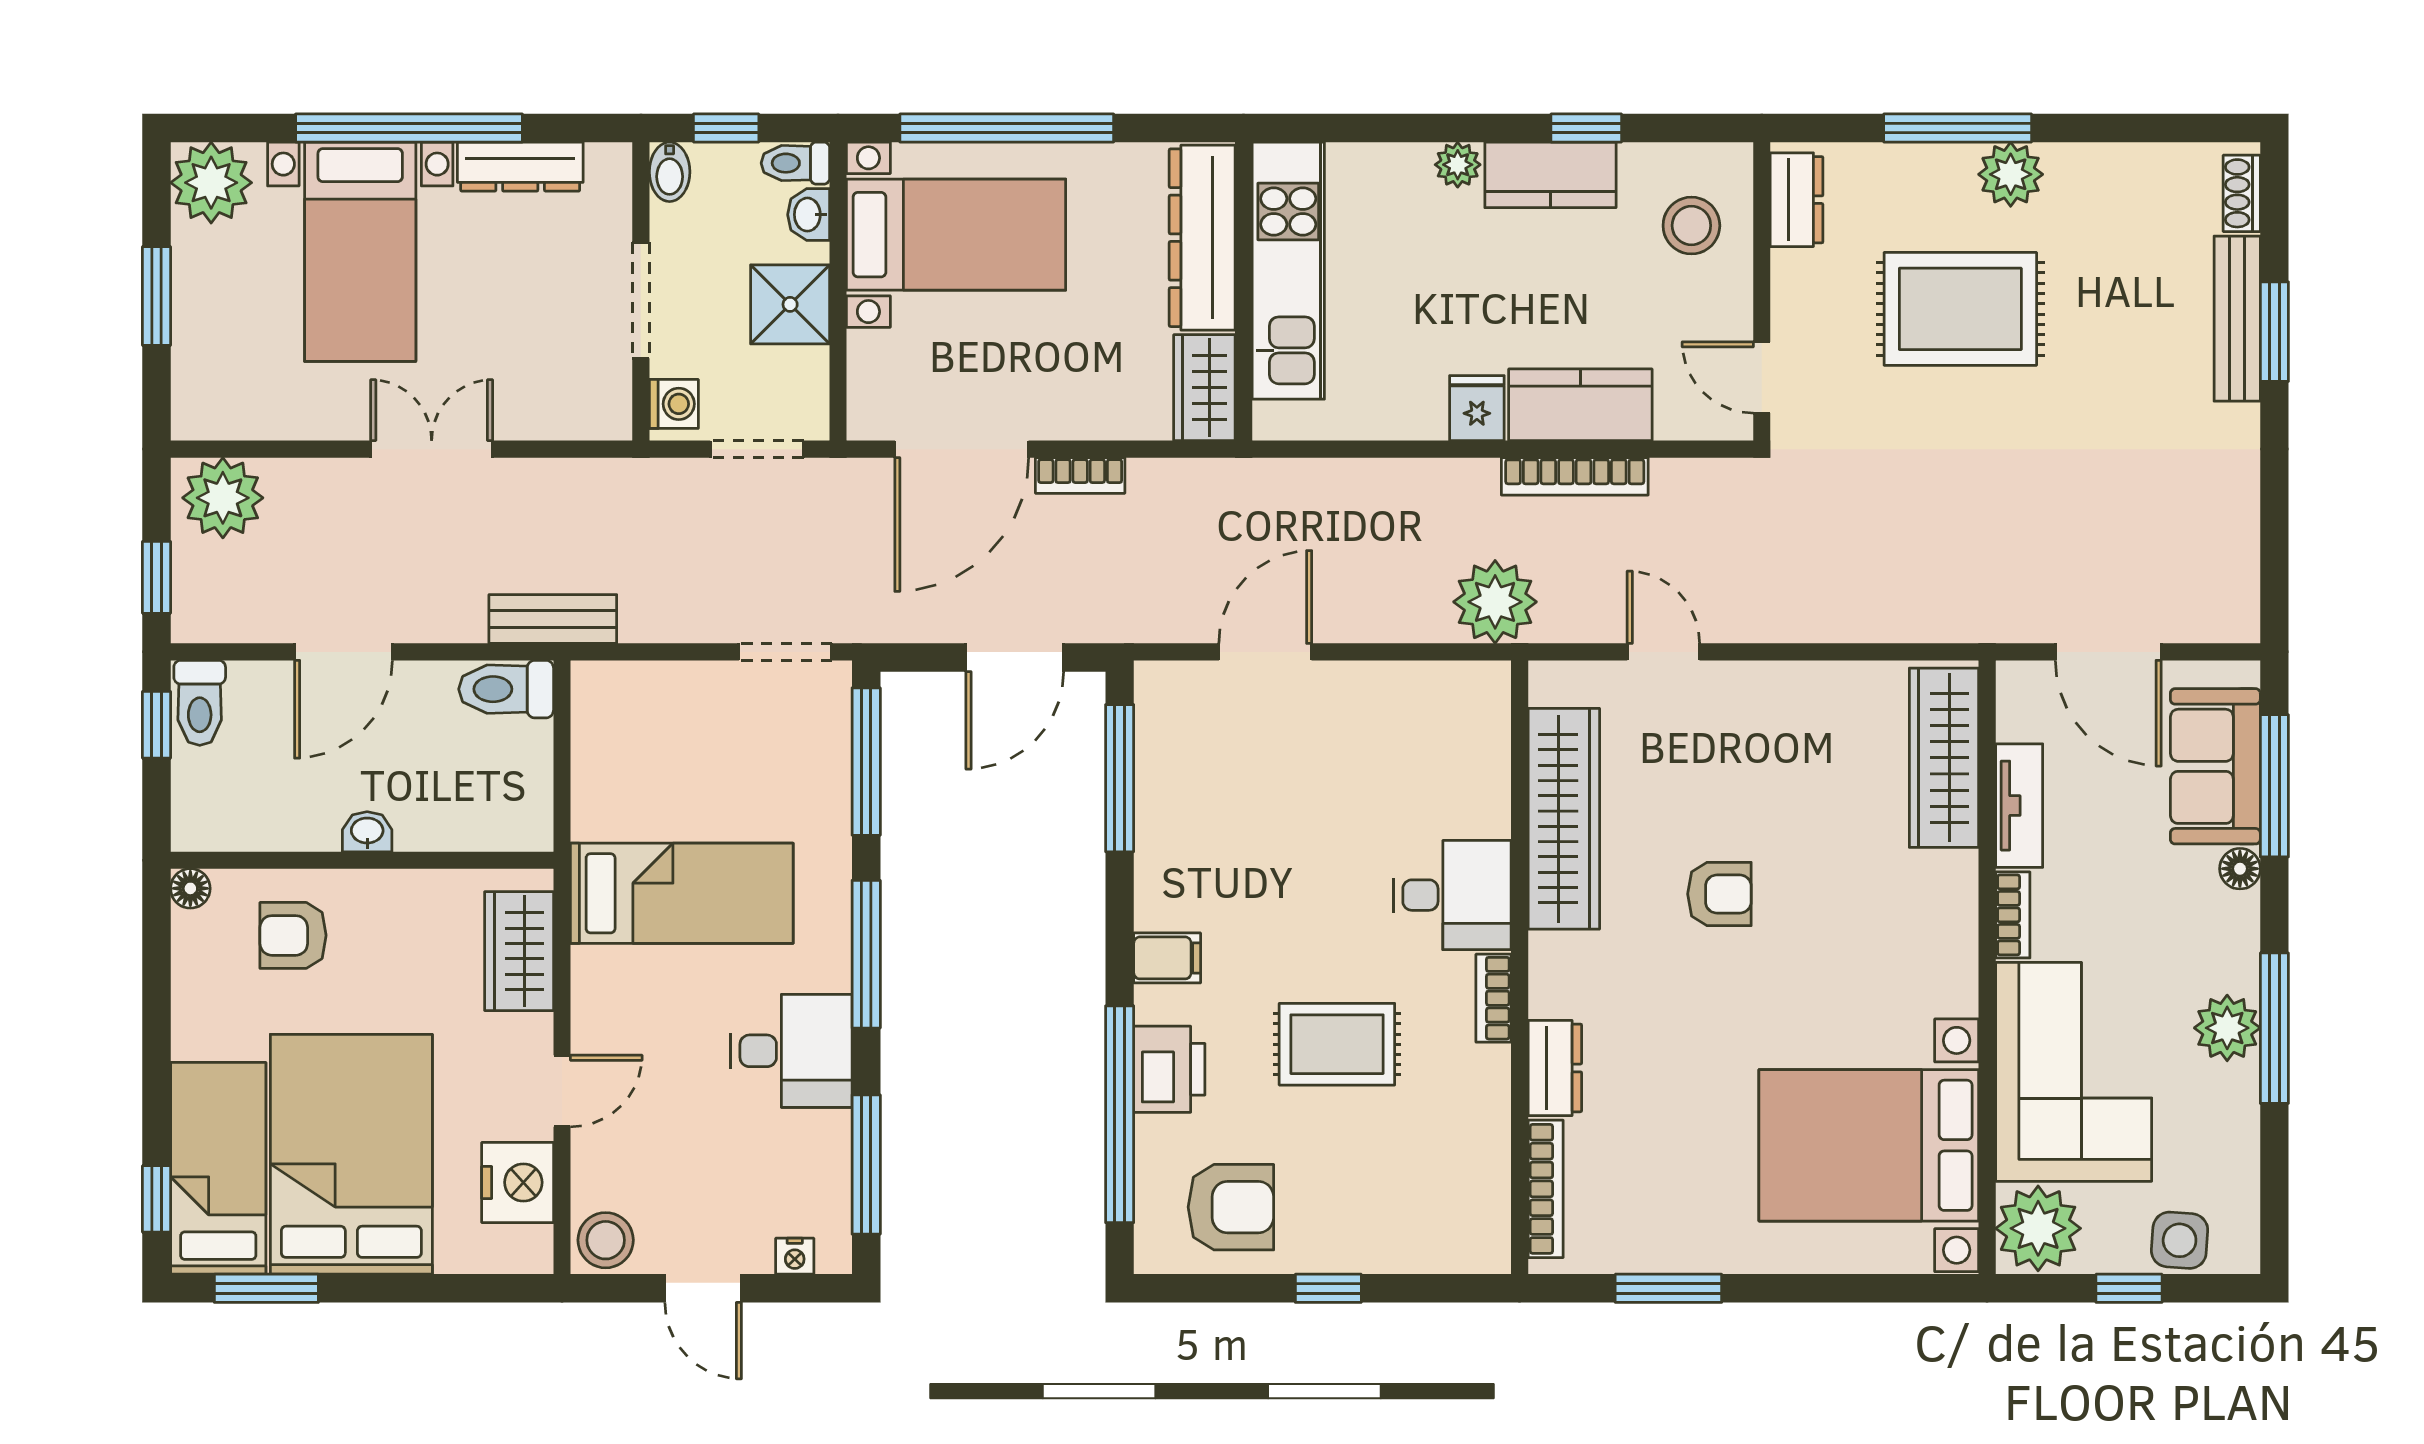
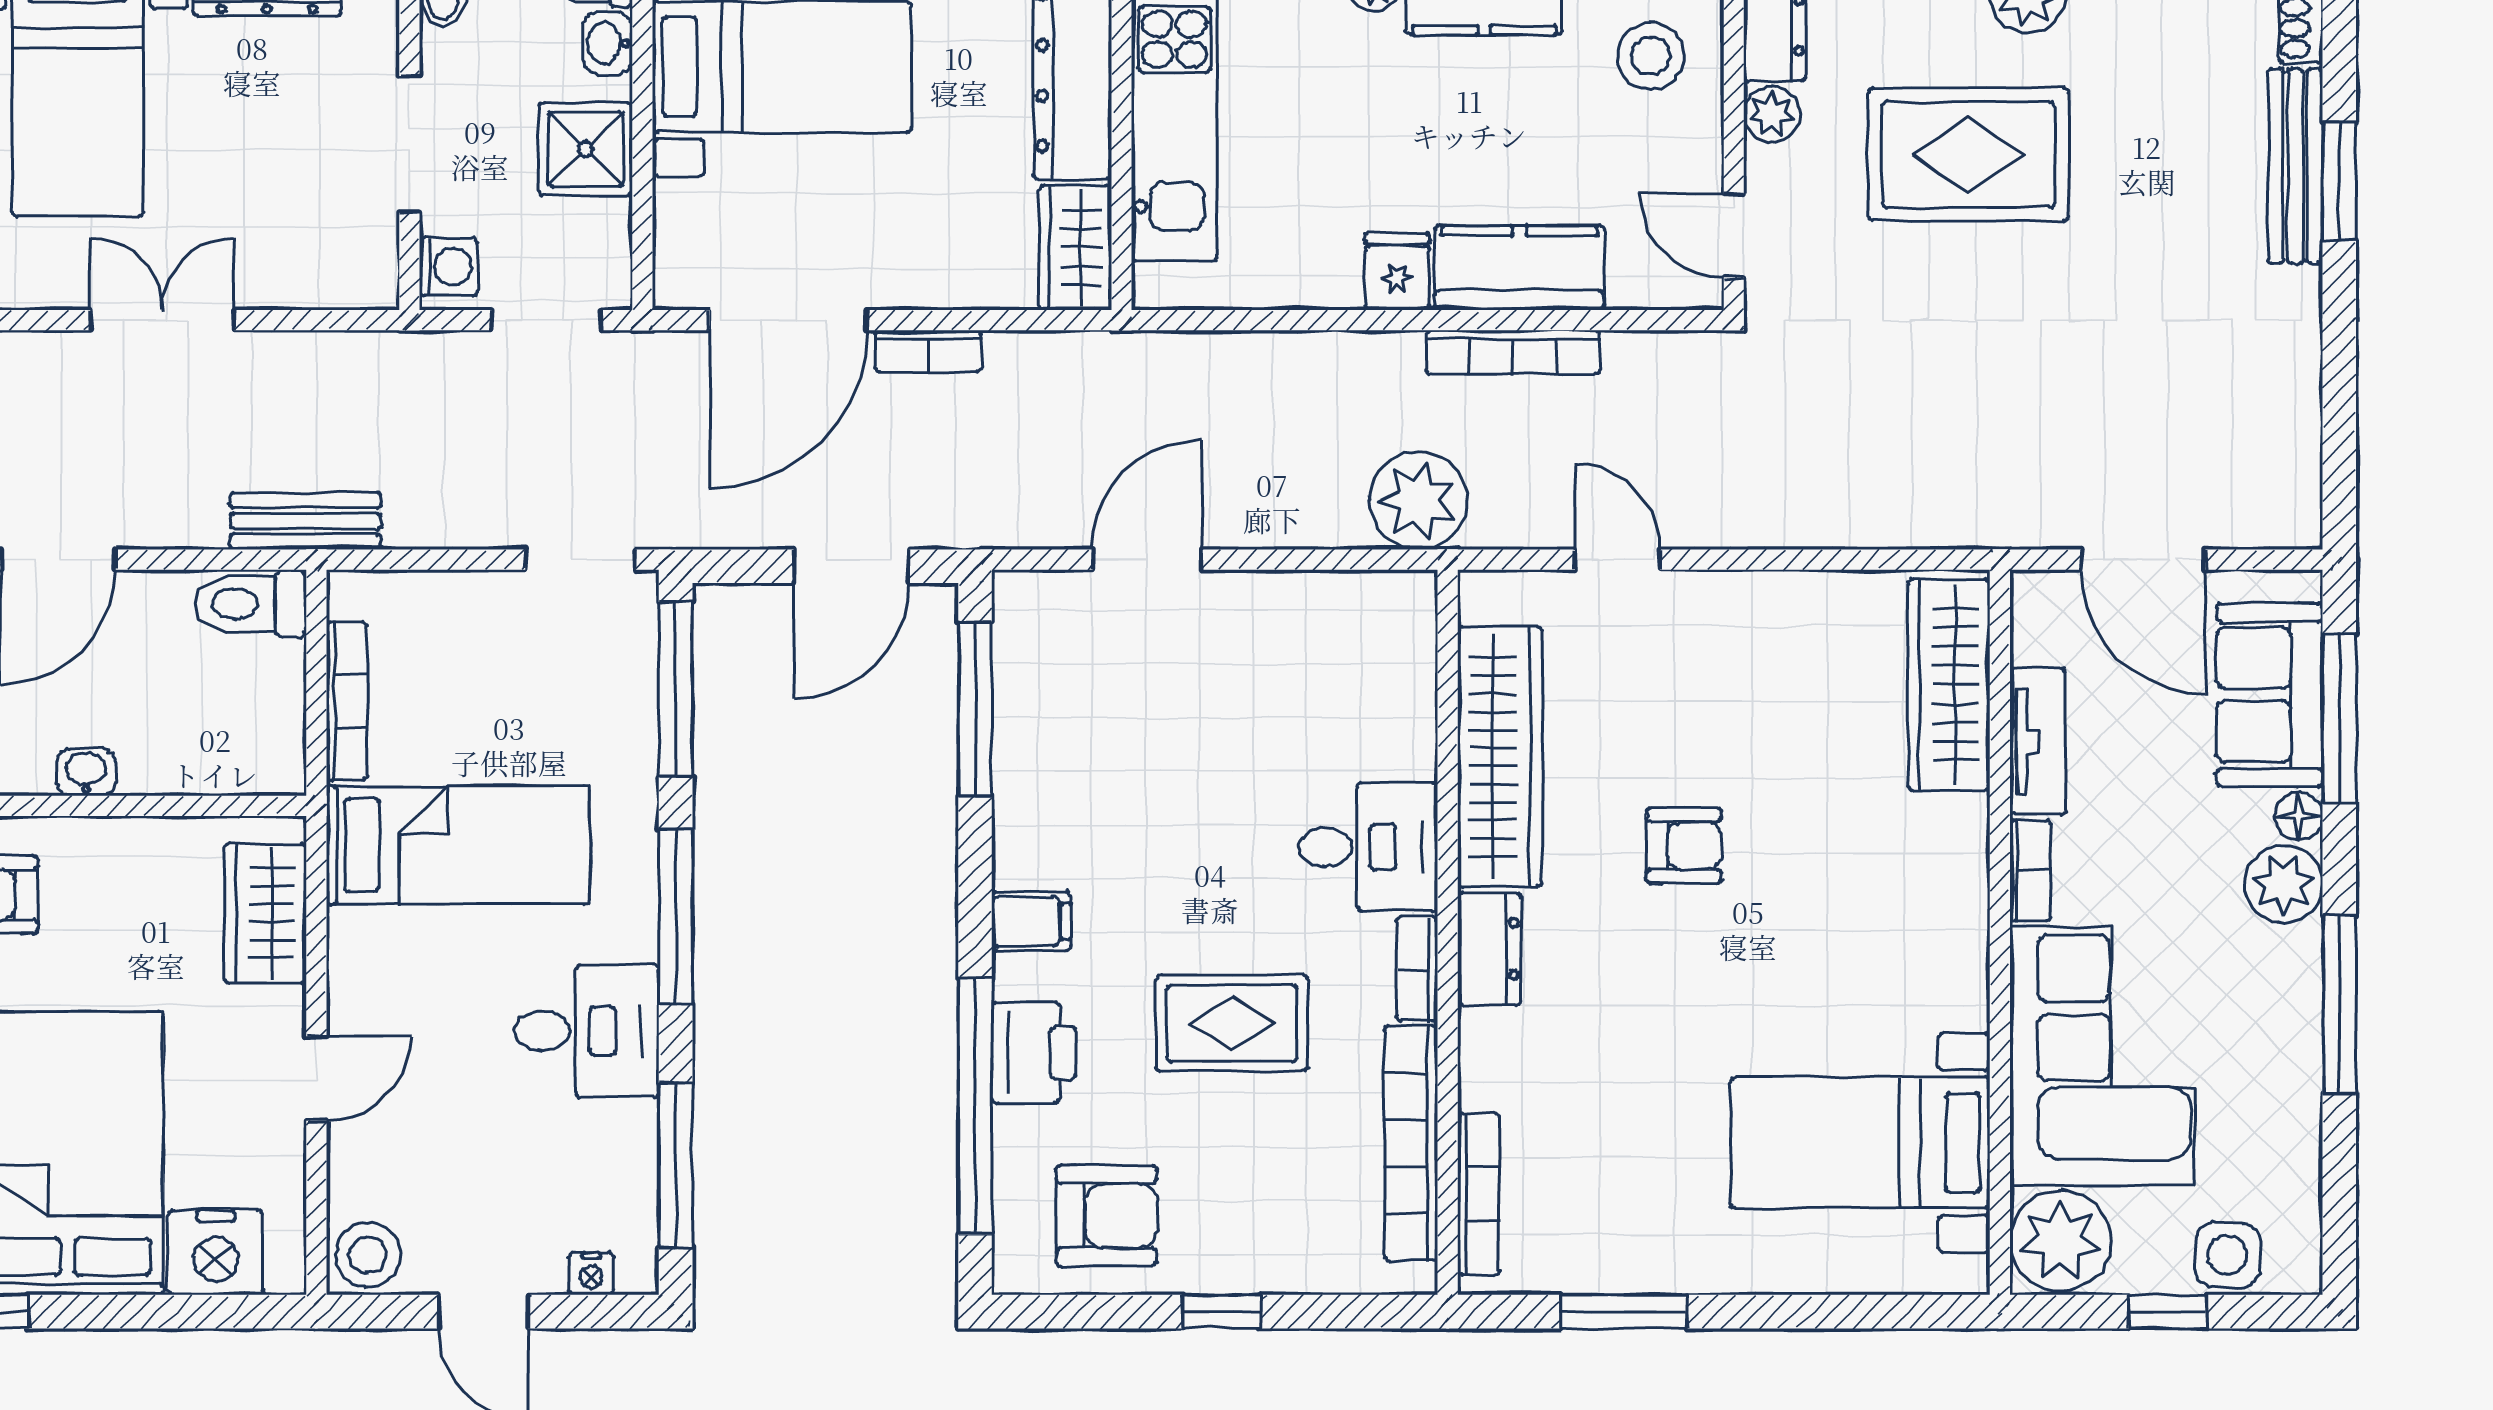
plant: (1794, 275) -> (1772, 114), added
bookcase: (588, 772) -> (347, 701), added
plant: (2227, 1028) -> (2284, 884), moved
dresser: (1555, 1068) -> (1489, 949), moved
bed with nightstands: (1869, 1145) -> (1860, 1143), width x0.73
bookcase: (1489, 1146) -> (1411, 1143), added
nightstand: (518, 1182) -> (216, 1252), moved, turned 90

